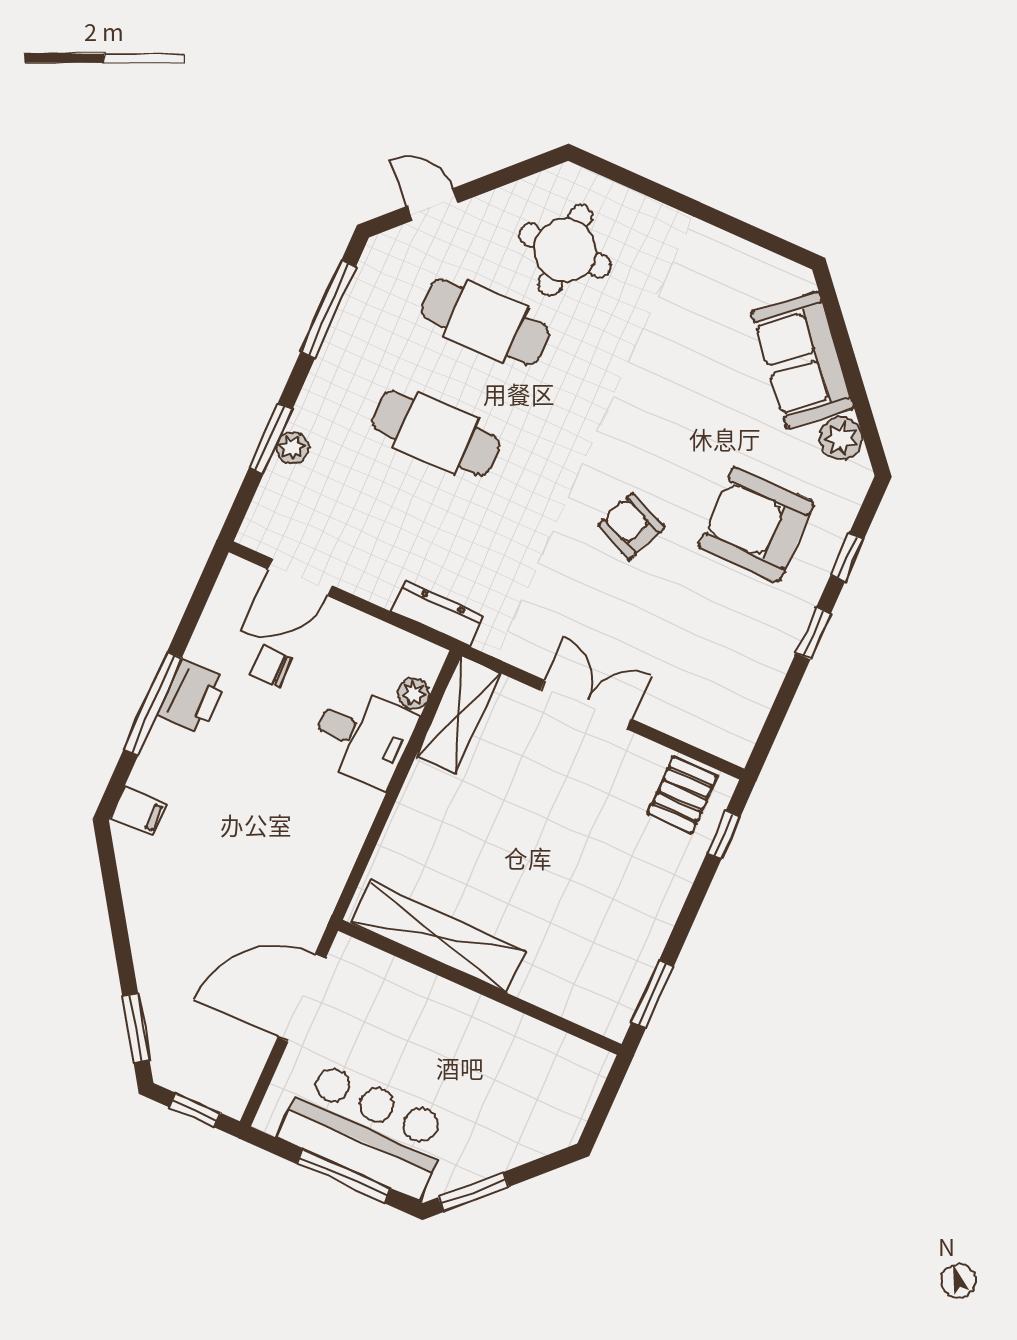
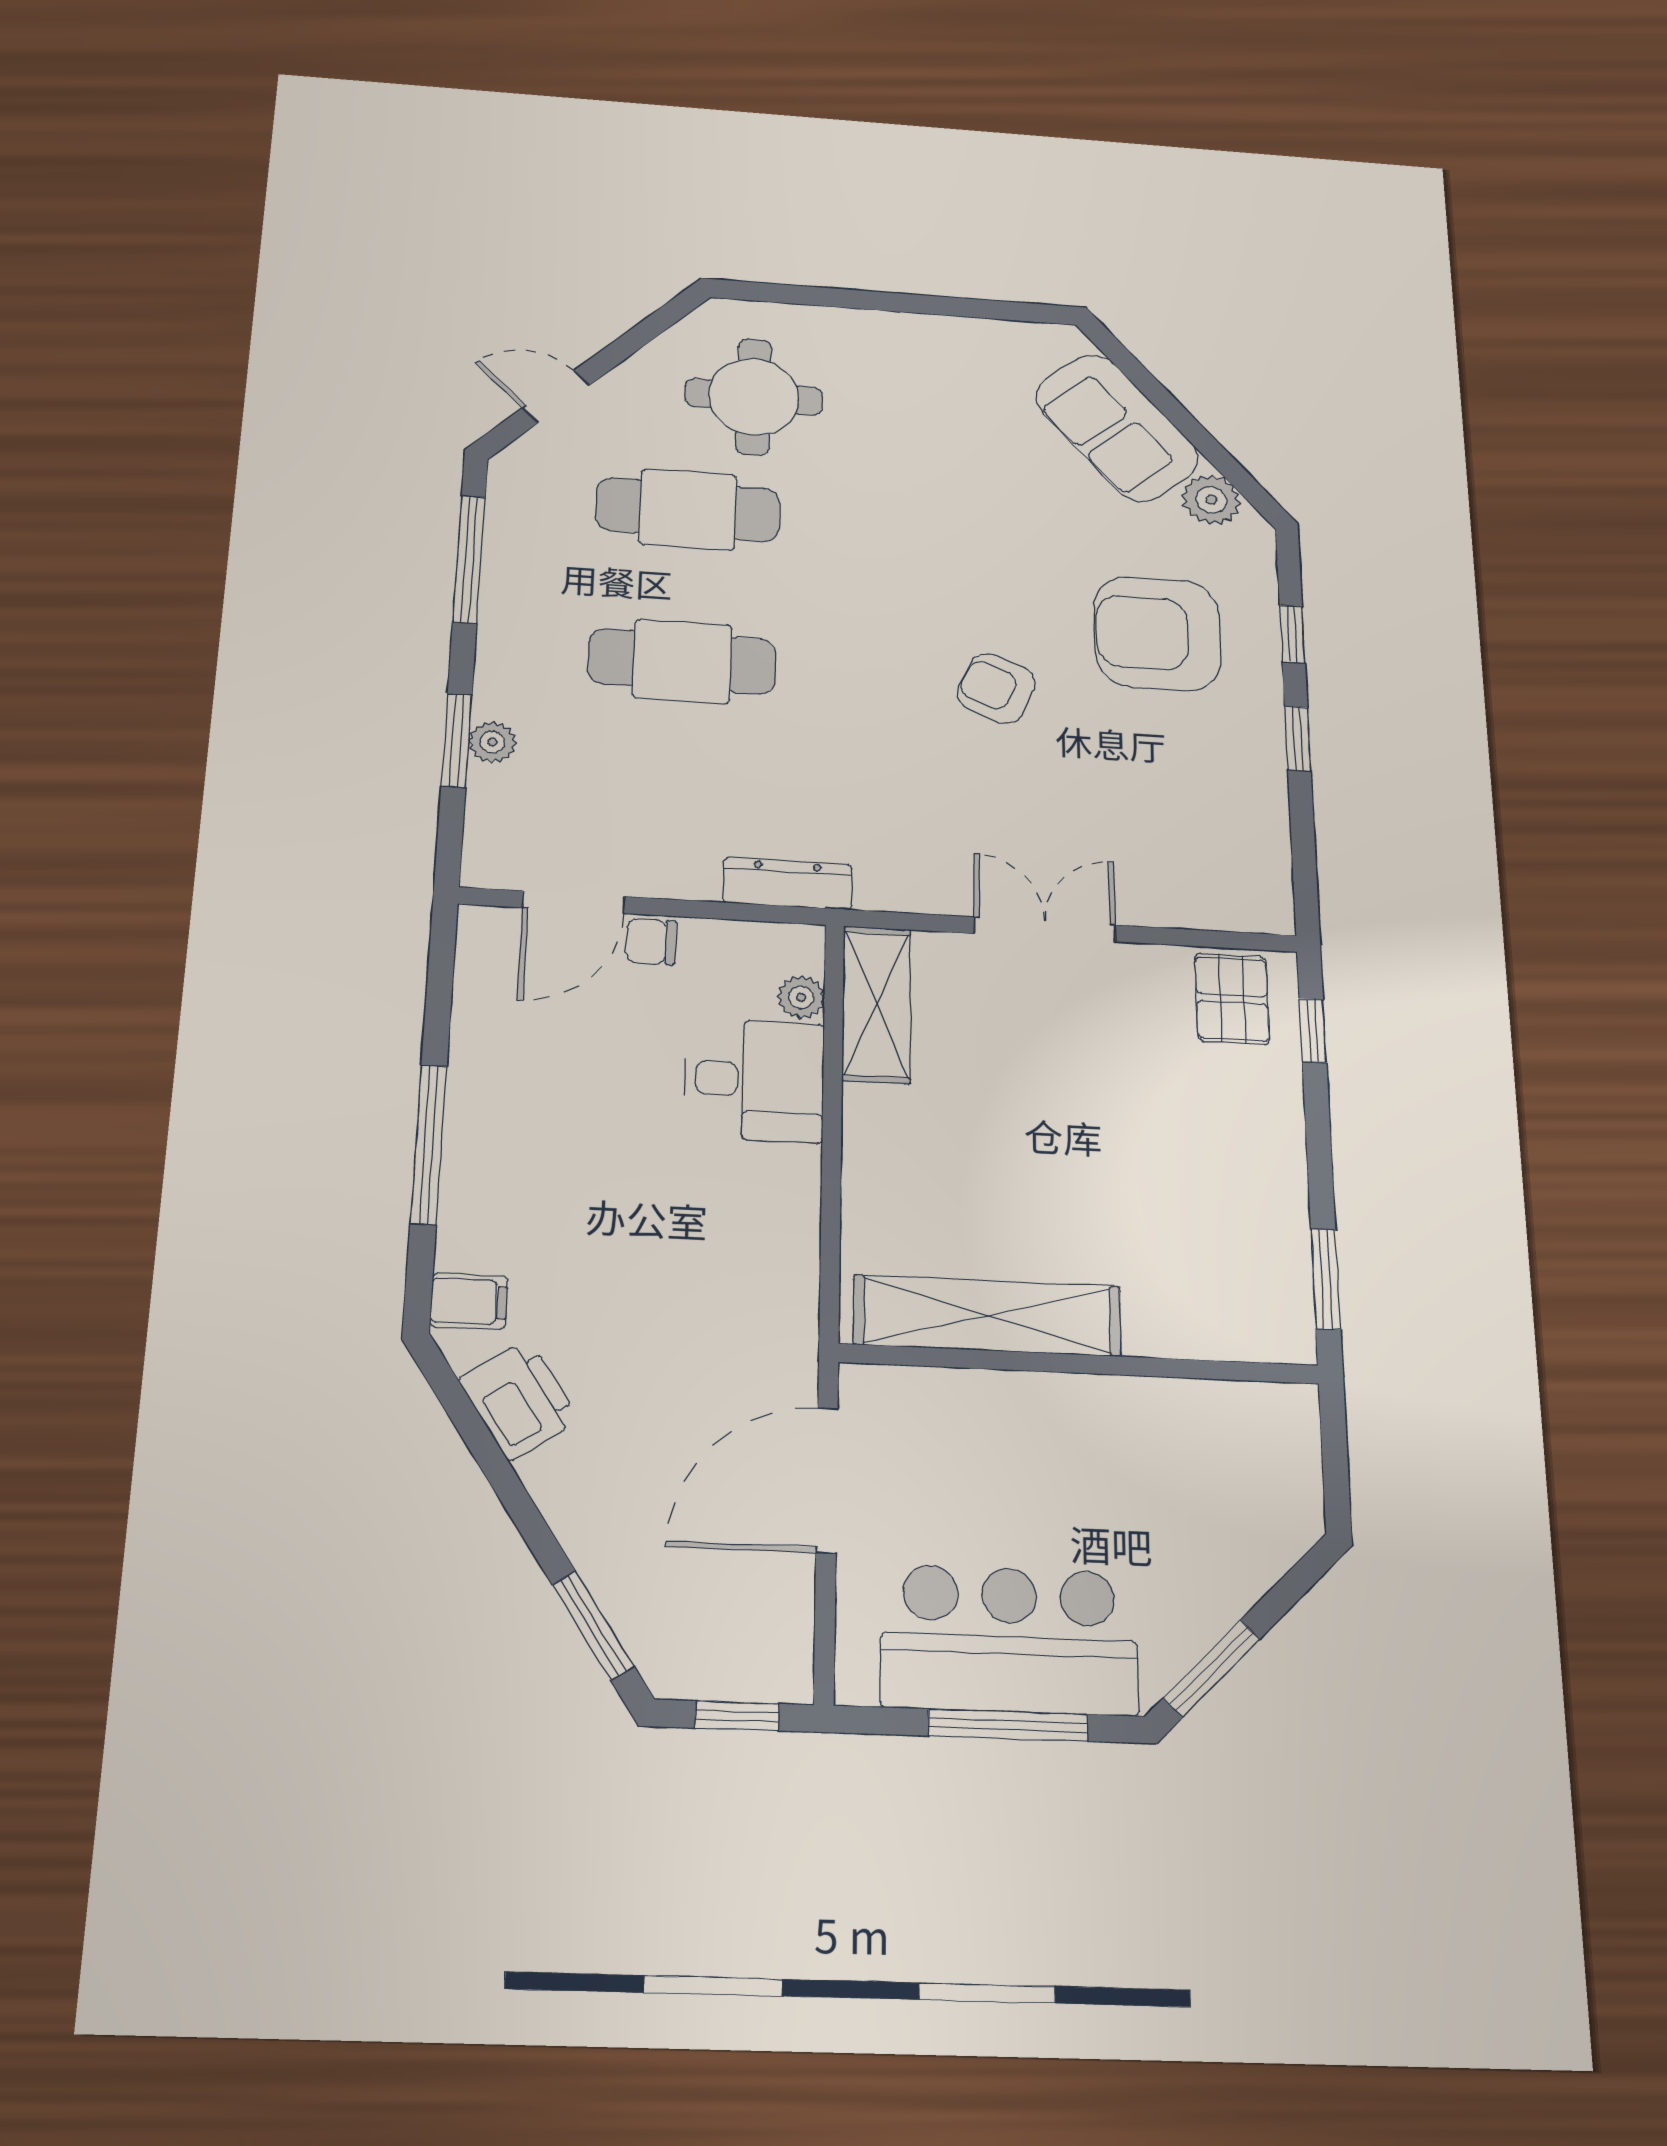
chair: (271, 666) -> (651, 942), moved
printer: (192, 697) -> (519, 1400), moved, turned -34

